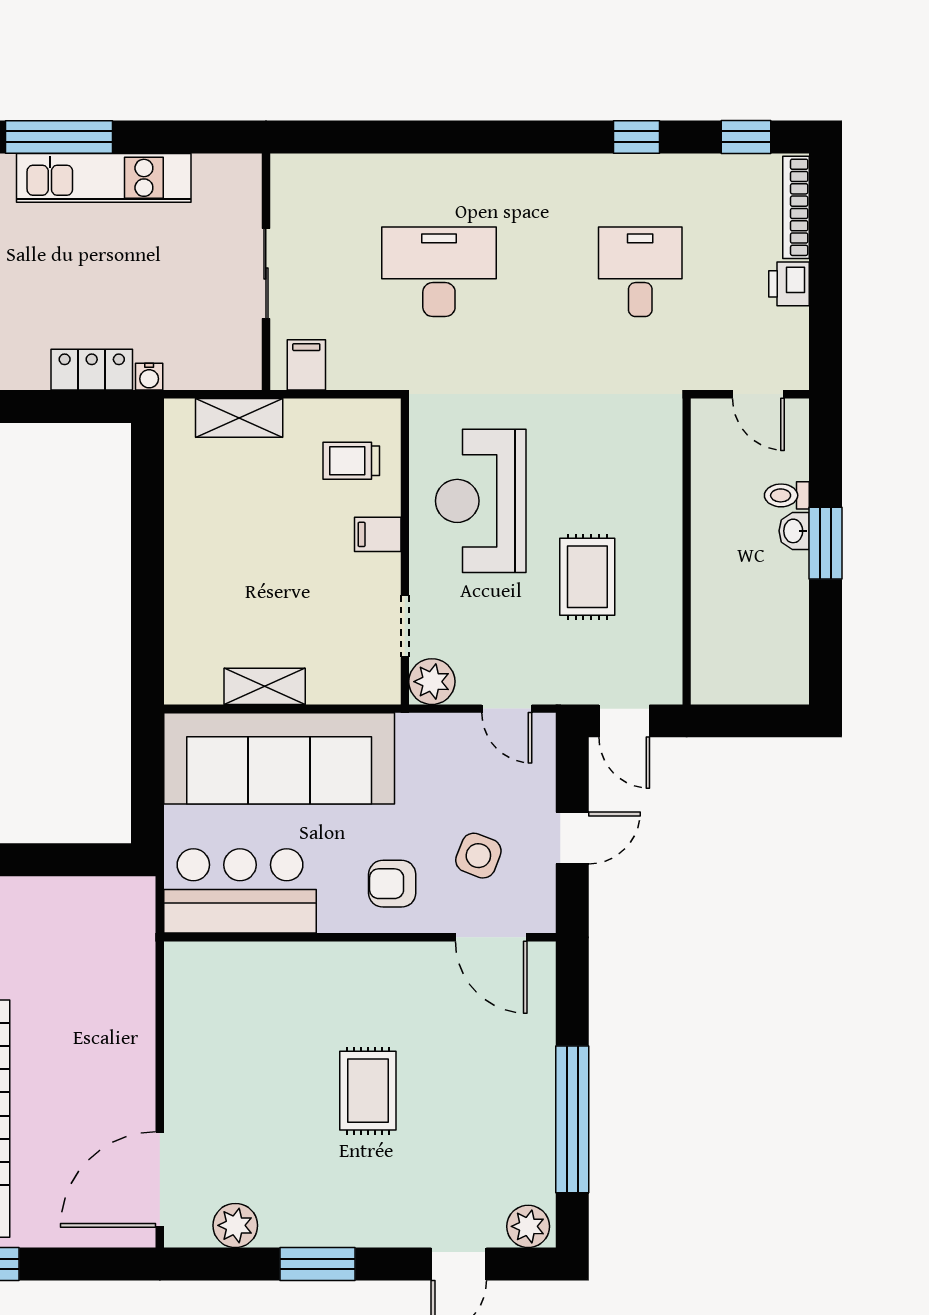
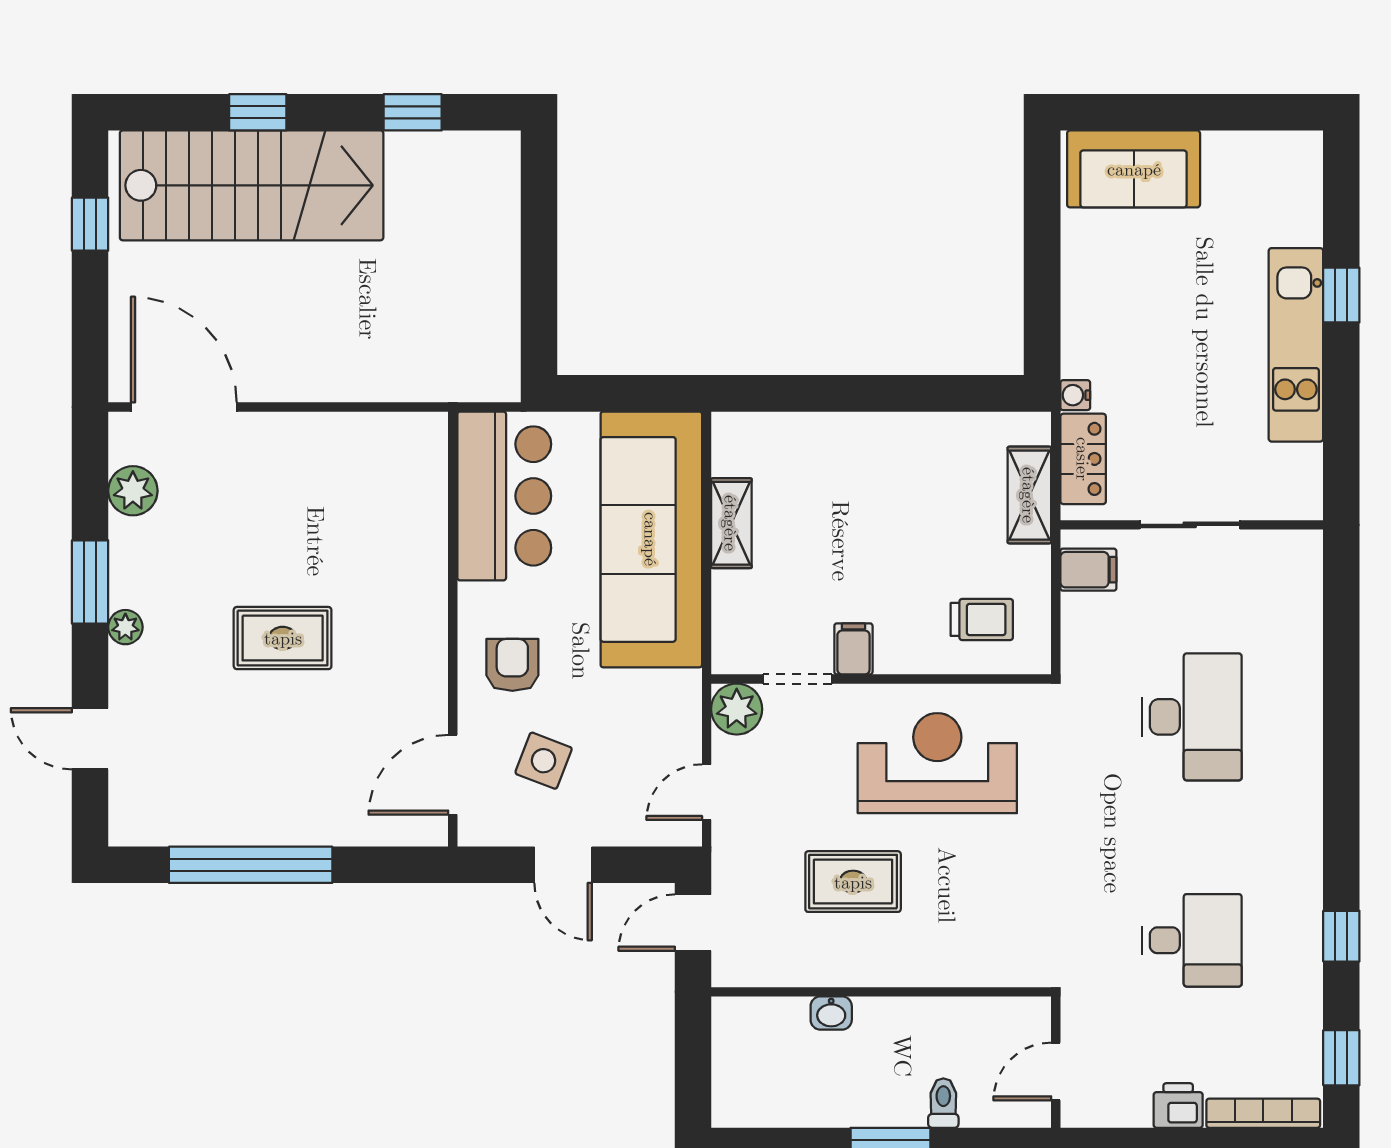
window: (59, 137) -> (1341, 295), width x0.46
locker: (92, 370) -> (1083, 459), moved
trolley: (351, 461) -> (982, 619), turned 90
washbasin: (794, 531) -> (831, 1013), moved, turned 180
filing cabinet: (378, 534) -> (853, 649), moved
plant: (528, 1226) -> (125, 627), moved, width x0.73, depth x0.73

